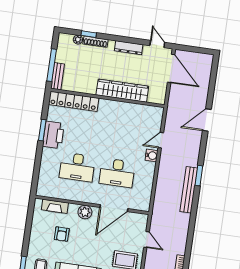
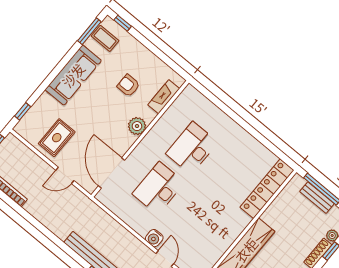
bench: (58, 76) -> (317, 198), moved
window: (42, 130) -> (256, 135), removed
printer: (53, 135) -> (244, 144), removed
door: (114, 208) -> (111, 173), moved

